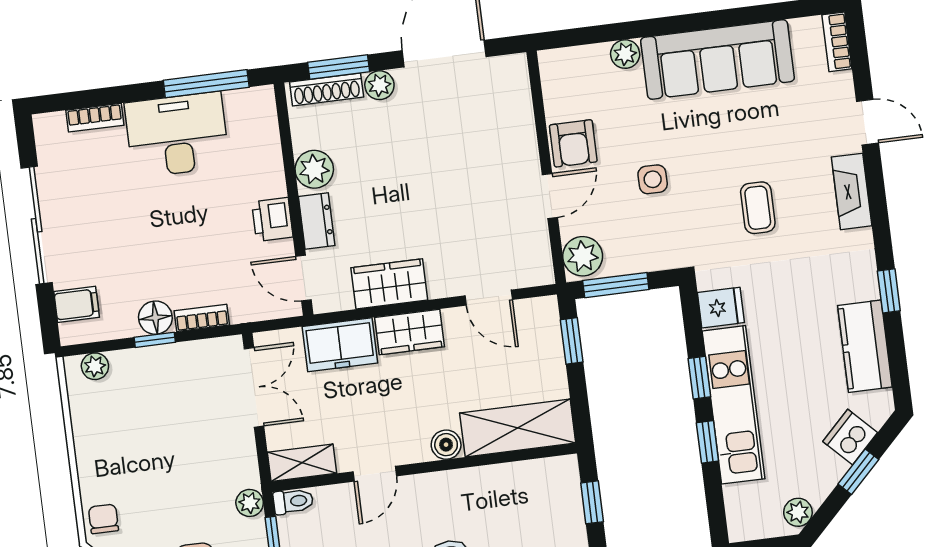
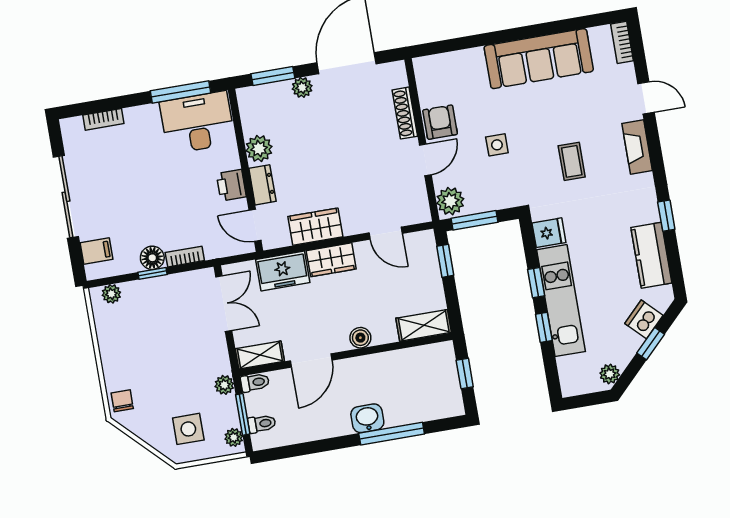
plant: (625, 54) -> (474, 58), removed
shoe rack: (327, 89) -> (405, 113), moved, turned 90
desk: (177, 135) -> (197, 123), moved
armchair: (573, 143) -> (440, 122), turned 180
shelving: (518, 428) -> (424, 325), width x0.67, depth x0.75
door: (375, 474) -> (311, 360), width x1.38

